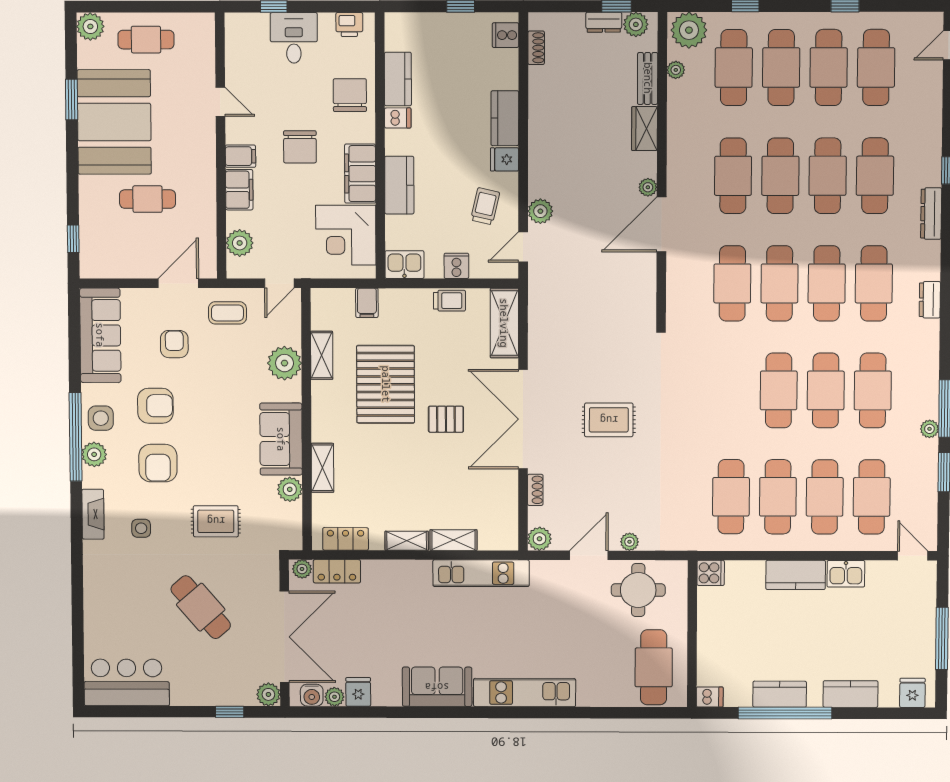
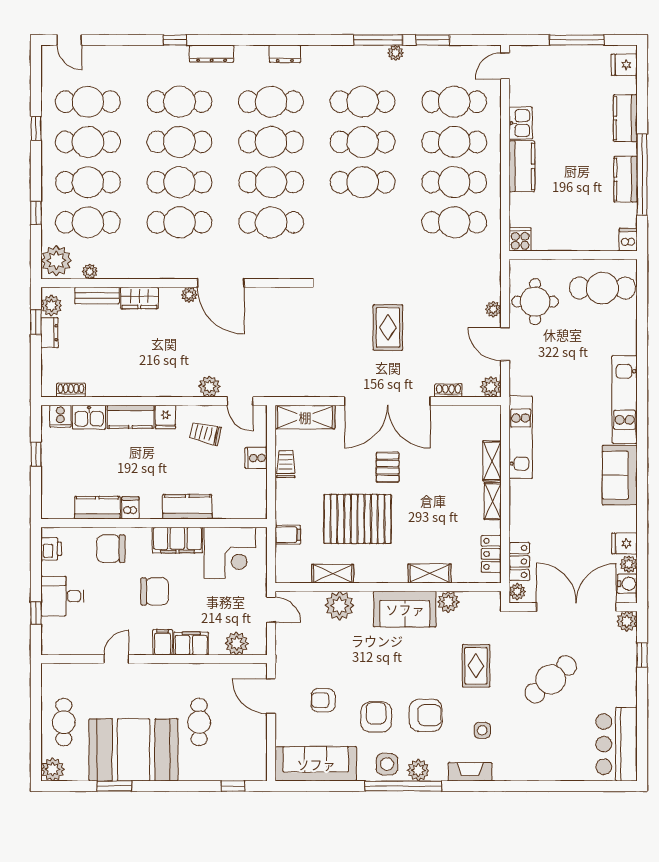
kitchen sink: (404, 265) -> (89, 417), moved, turned -90
coffee table: (227, 313) -> (296, 654), removed

